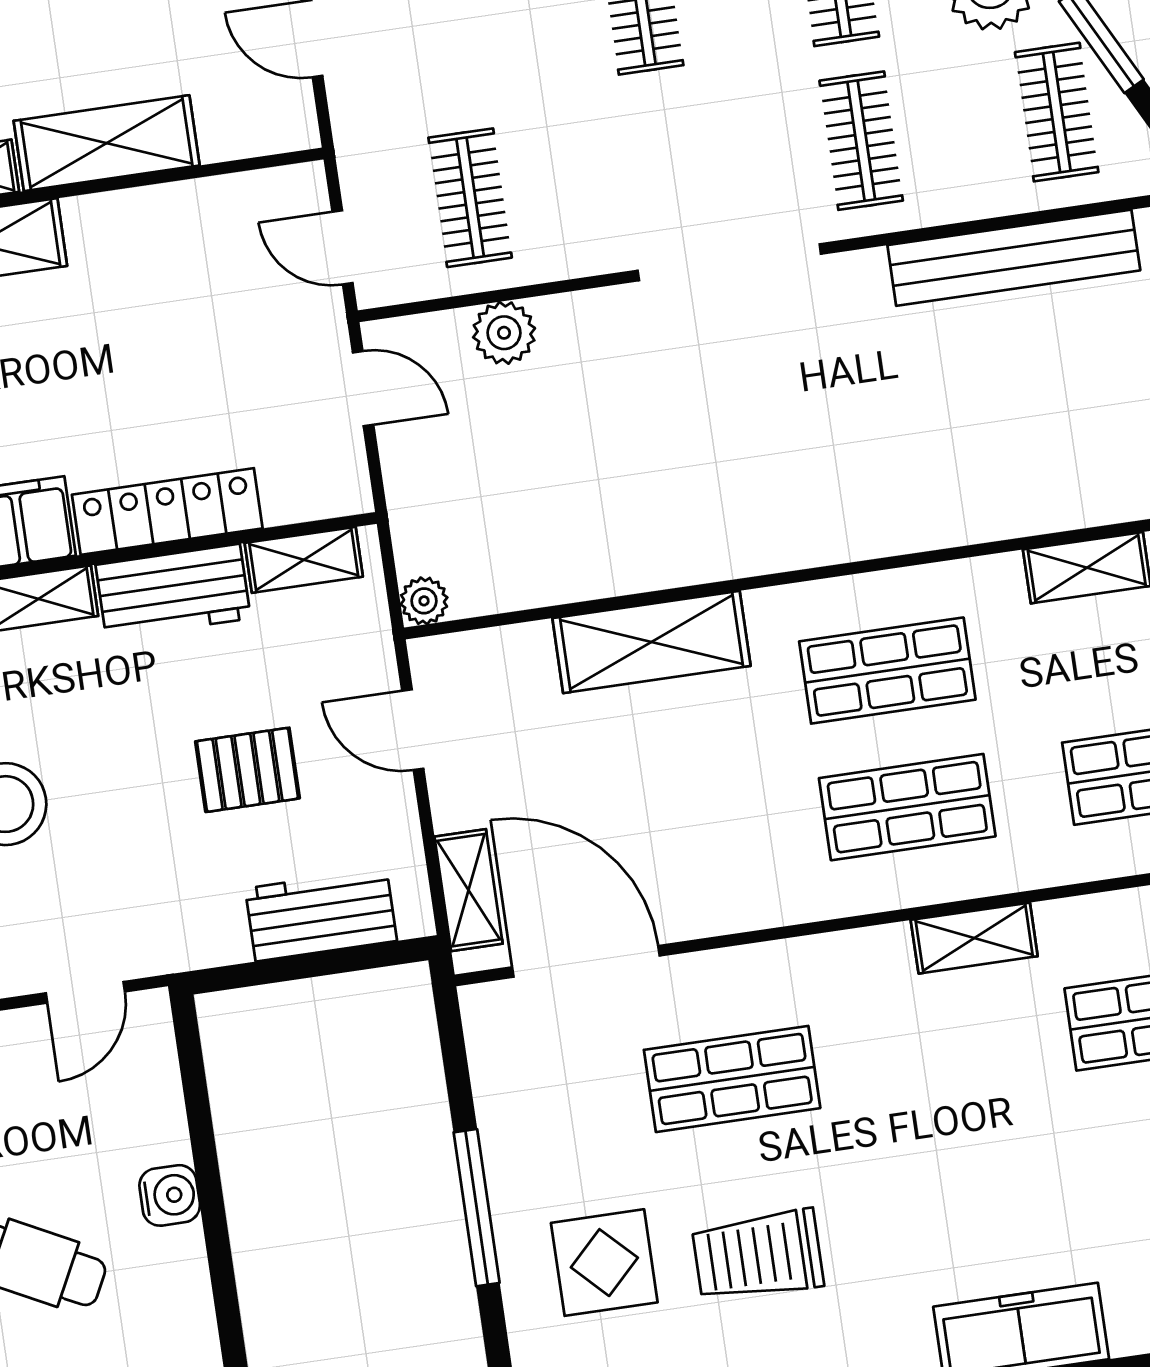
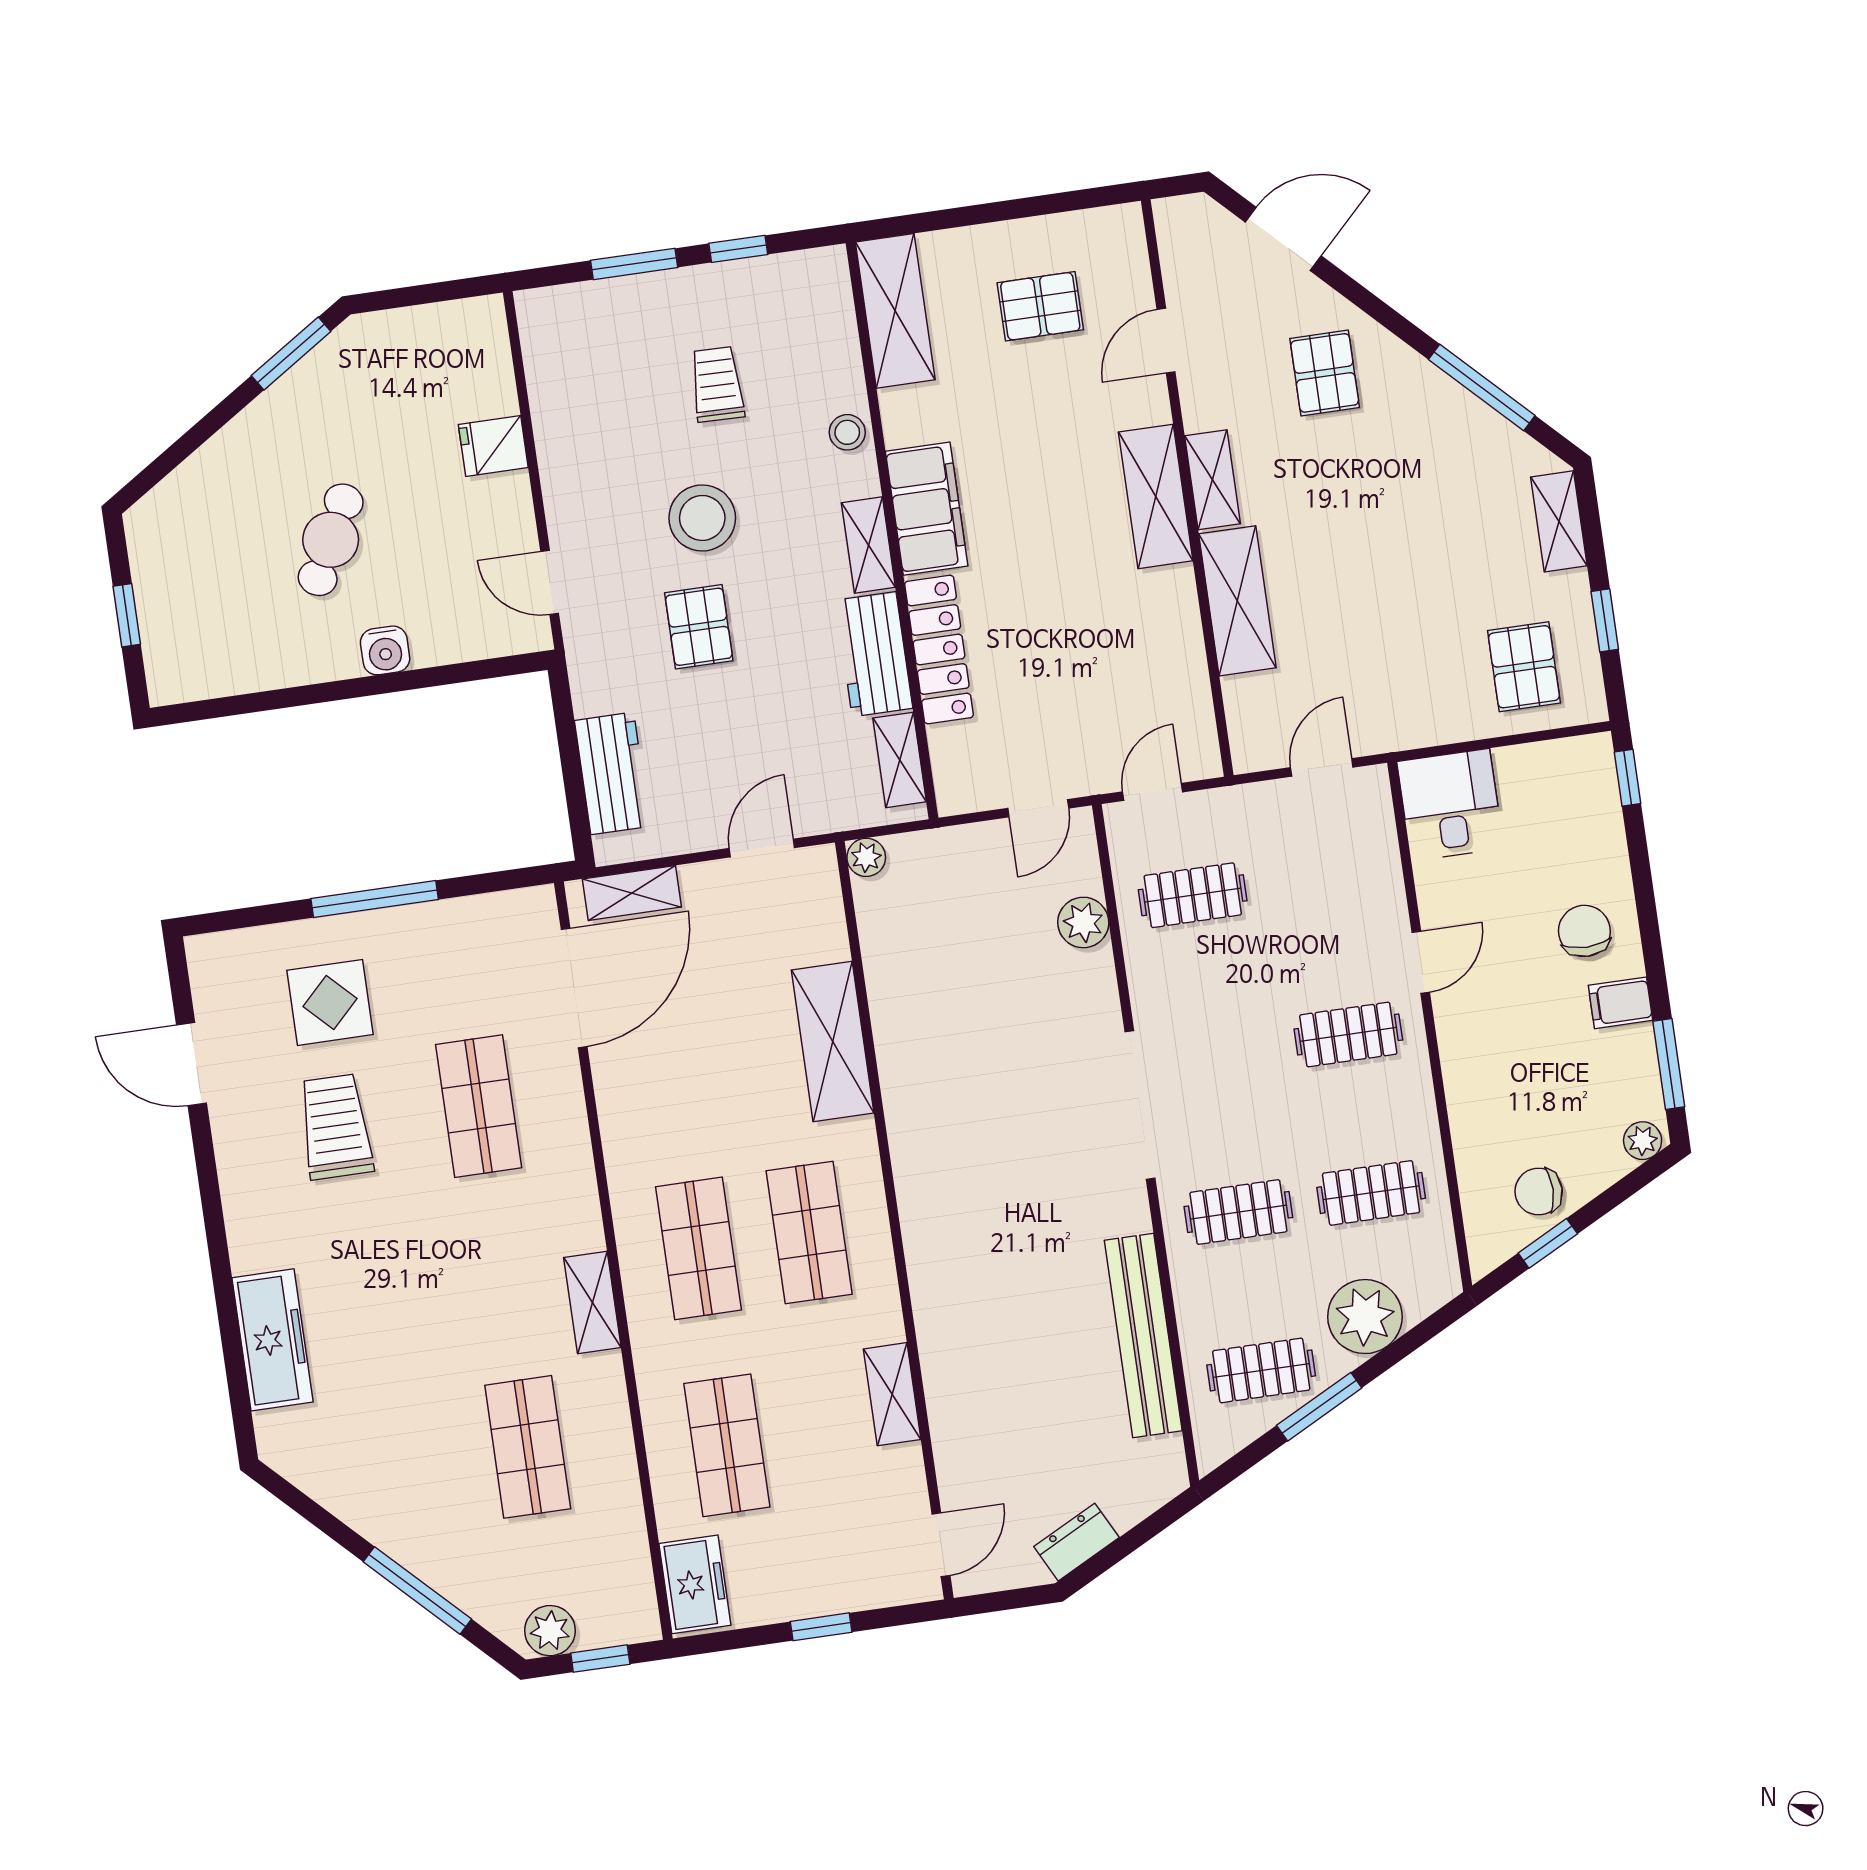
pallet: (247, 770) -> (699, 627), moved

